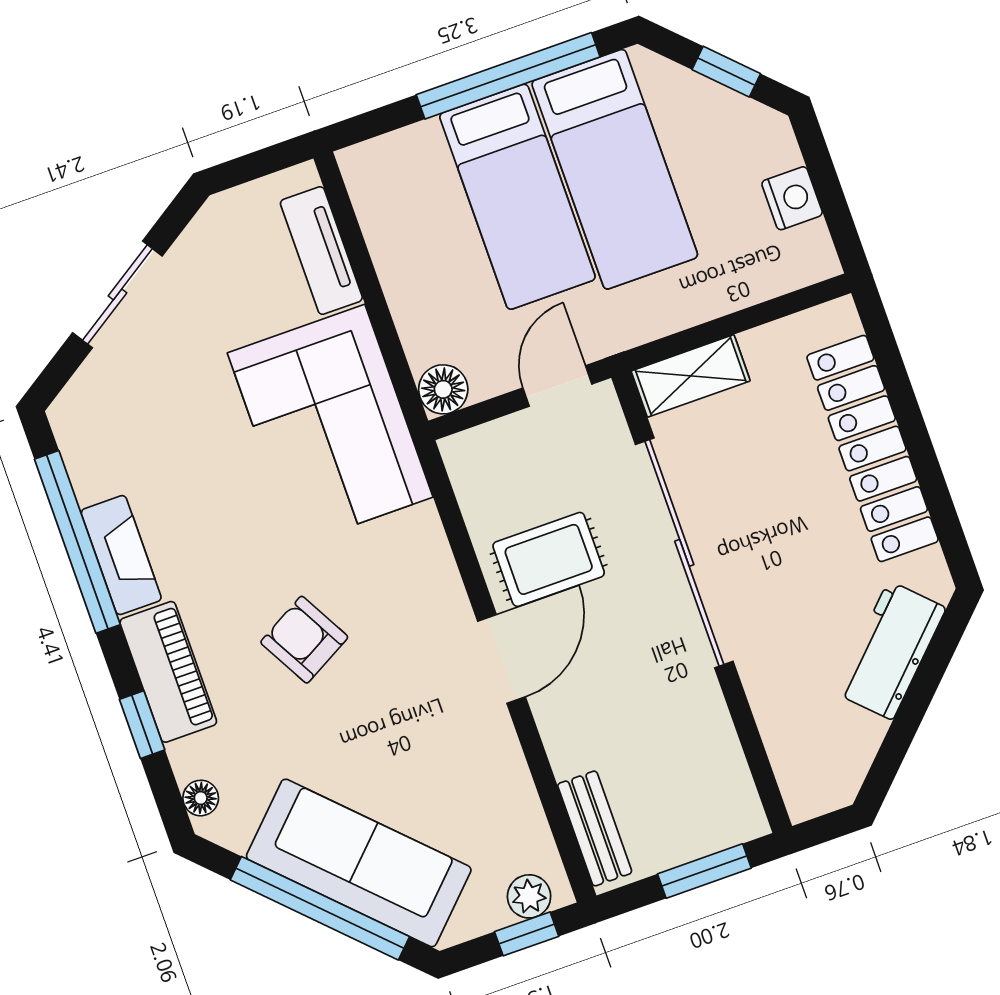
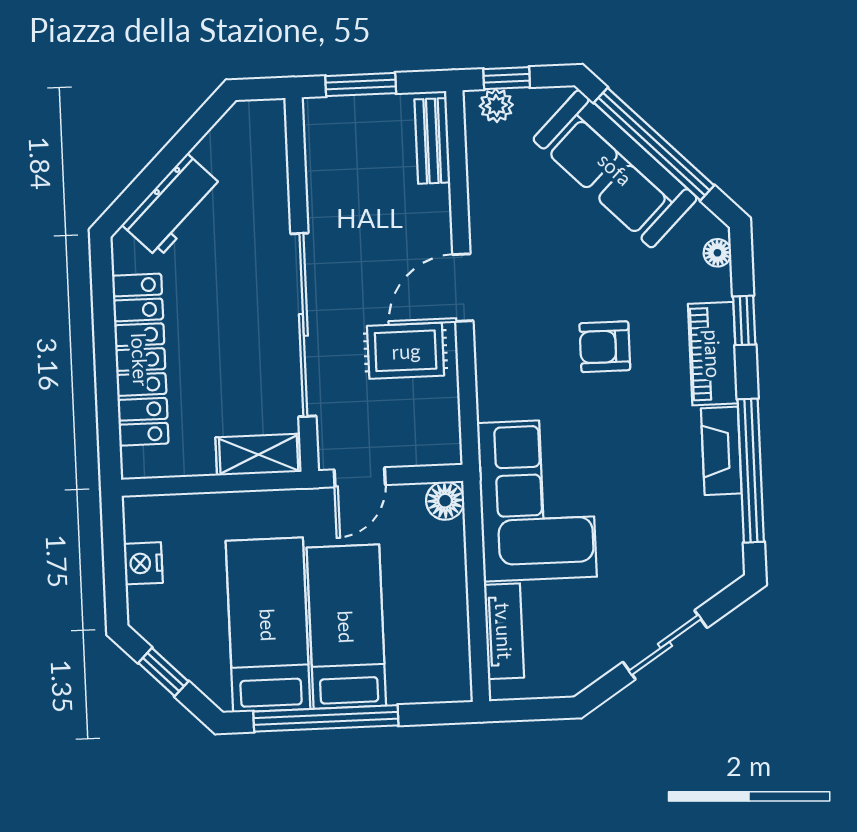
armchair: (304, 640) -> (605, 347), turned 119

